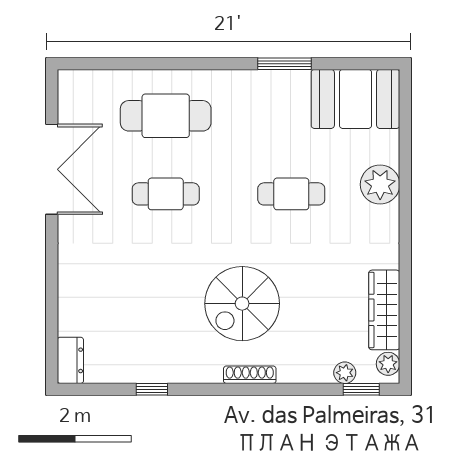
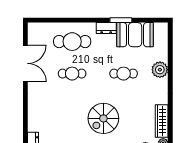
dresser: (249, 83) -> (106, 28), added
booth: (355, 99) -> (135, 35), moved

